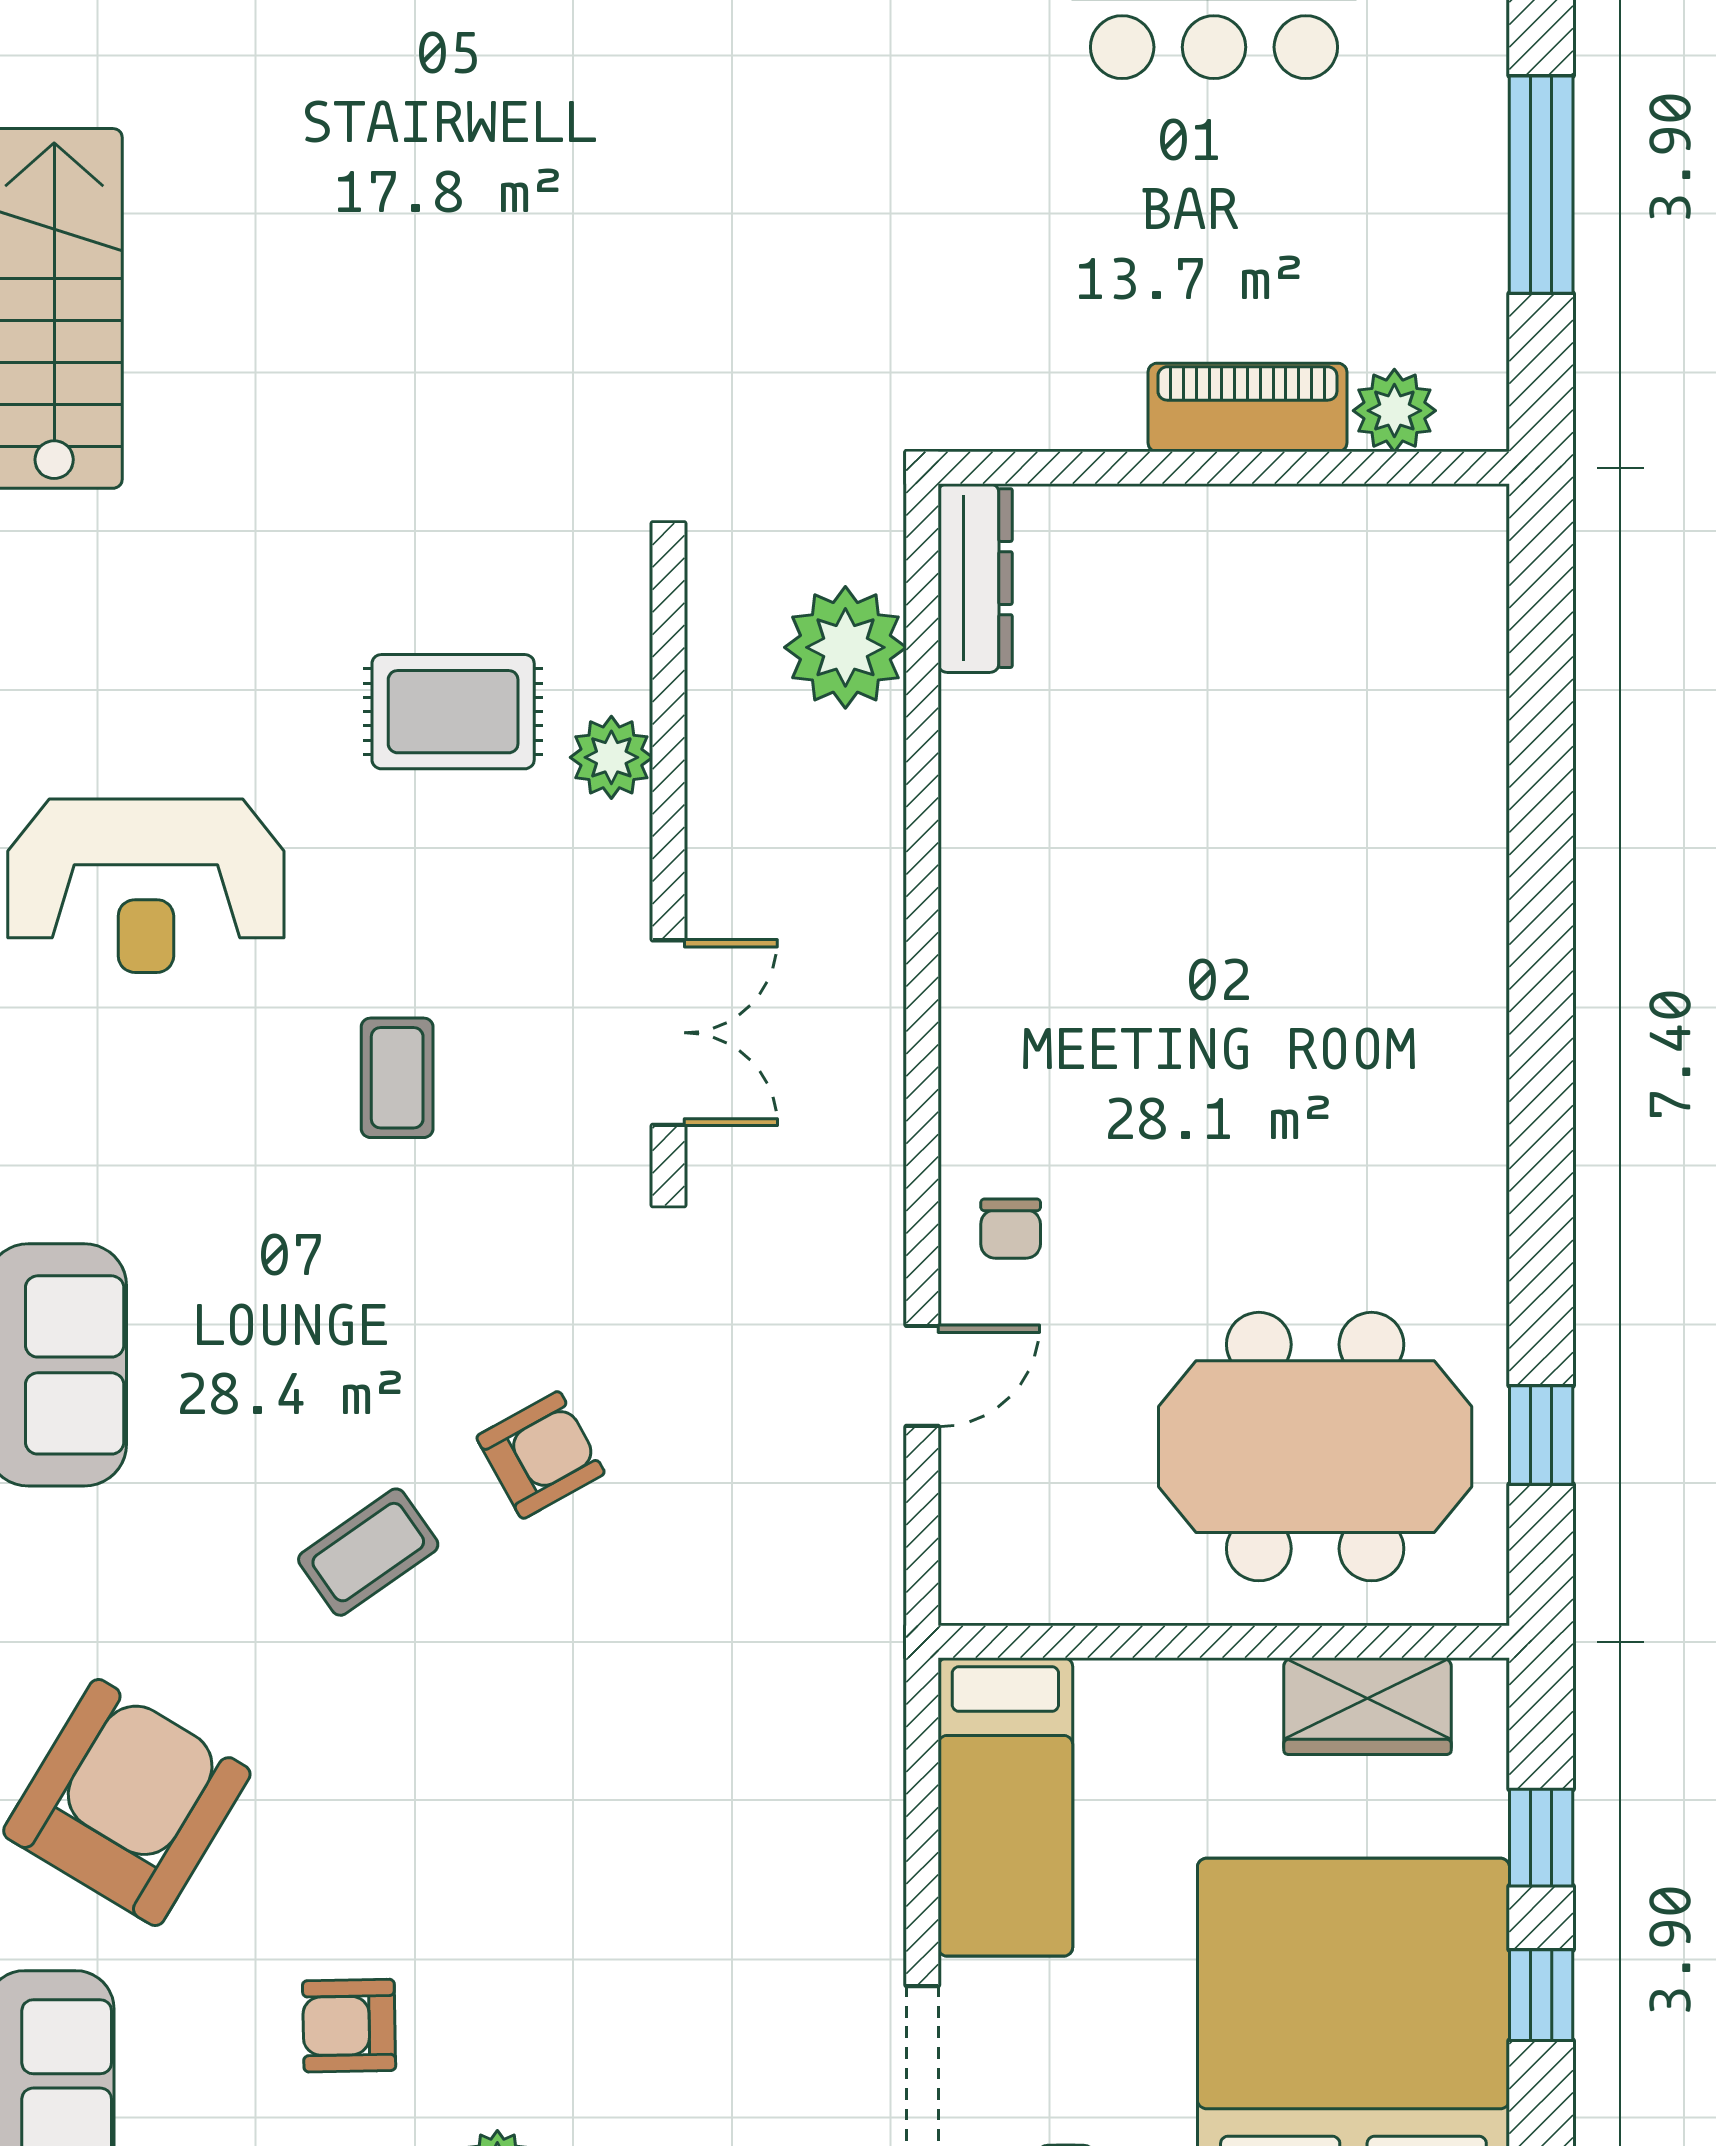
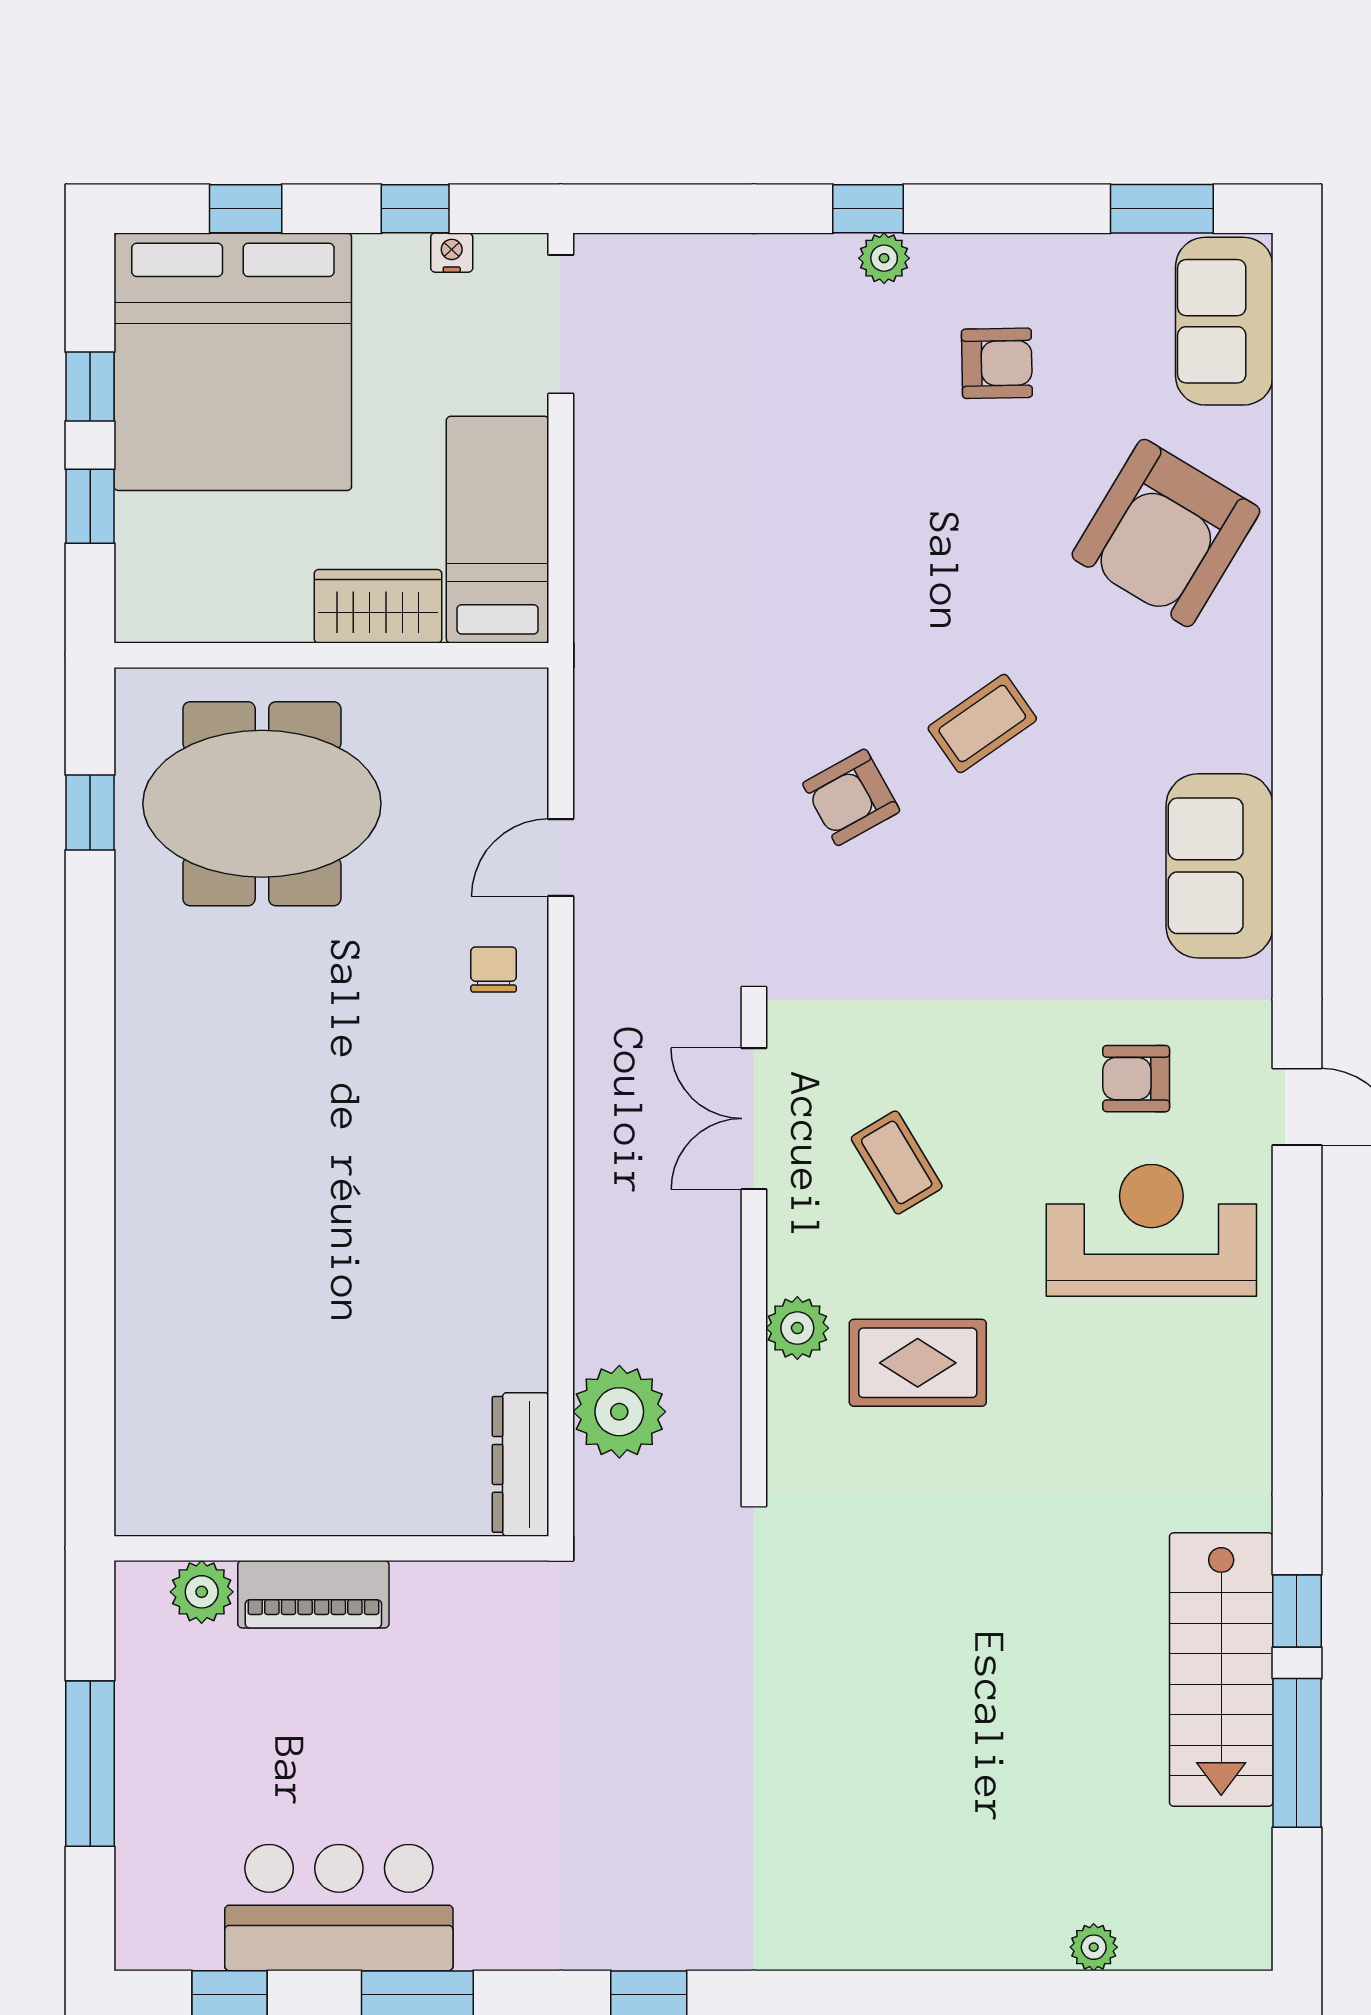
coffee table: (397, 1078) -> (897, 1162), moved, turned -31
armchair: (166, 1085) -> (1136, 1079), added
wardrobe: (1367, 1706) -> (378, 606), moved

